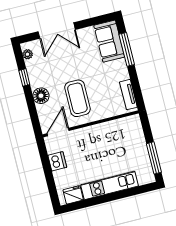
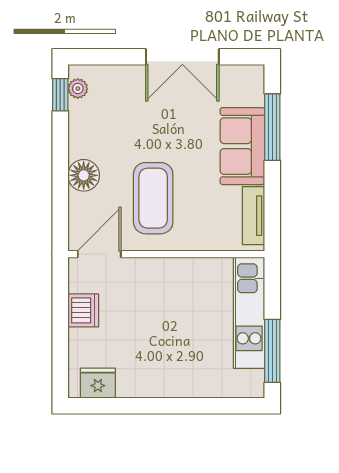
double door: (57, 31) -> (182, 57), moved
sofa: (109, 41) -> (242, 146), moved
window: (24, 77) -> (60, 95), moved
kitchen unit: (110, 185) -> (249, 313), moved, turned -90

